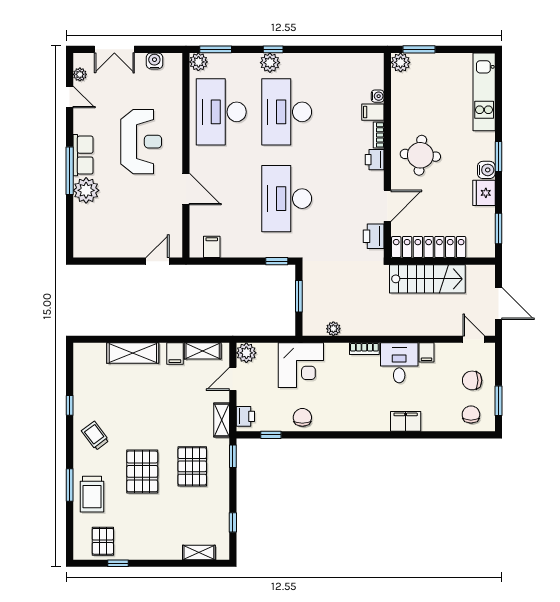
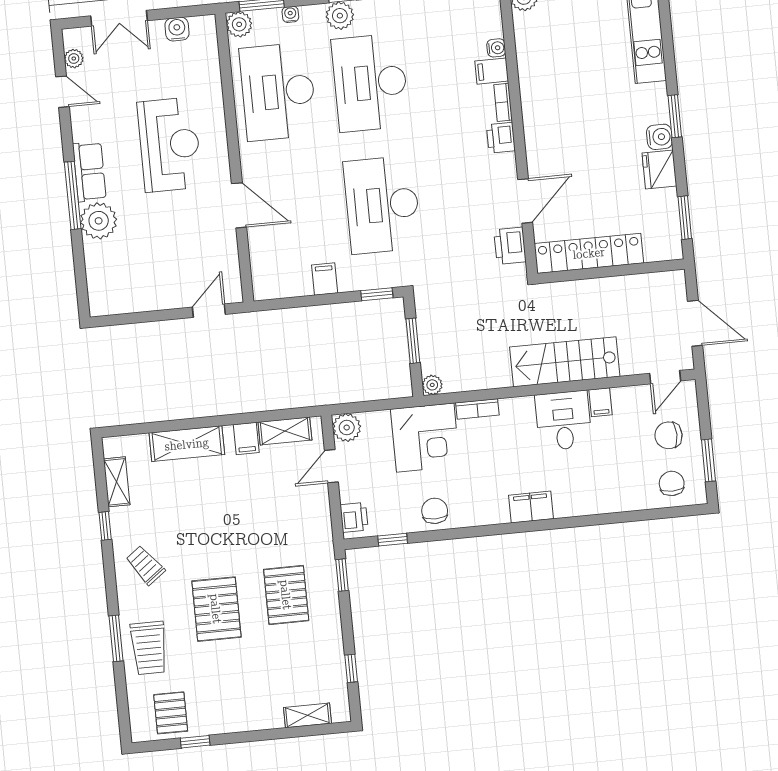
water cooler: (235, 58) -> (290, 14), added
round table: (420, 155) -> (565, 125), removed
filing cabinet: (212, 247) -> (325, 279), moved
stairs: (427, 279) -> (565, 362), moved, turned 180
plant: (333, 329) -> (432, 385), moved
door: (474, 339) -> (665, 377), swing flipped
bookcase: (364, 349) -> (477, 409), moved
shelving: (222, 420) -> (117, 482), moved
filing cabinet: (406, 421) -> (531, 507), moved

